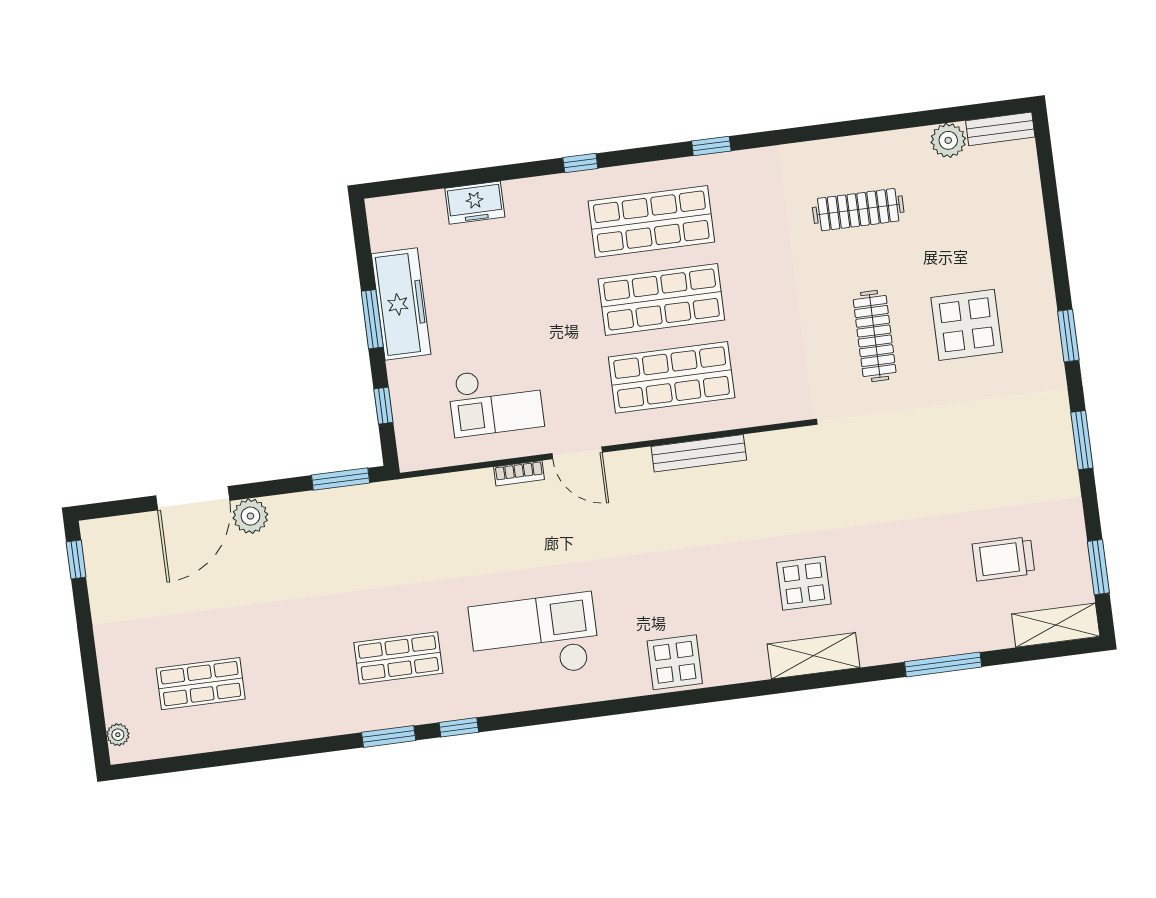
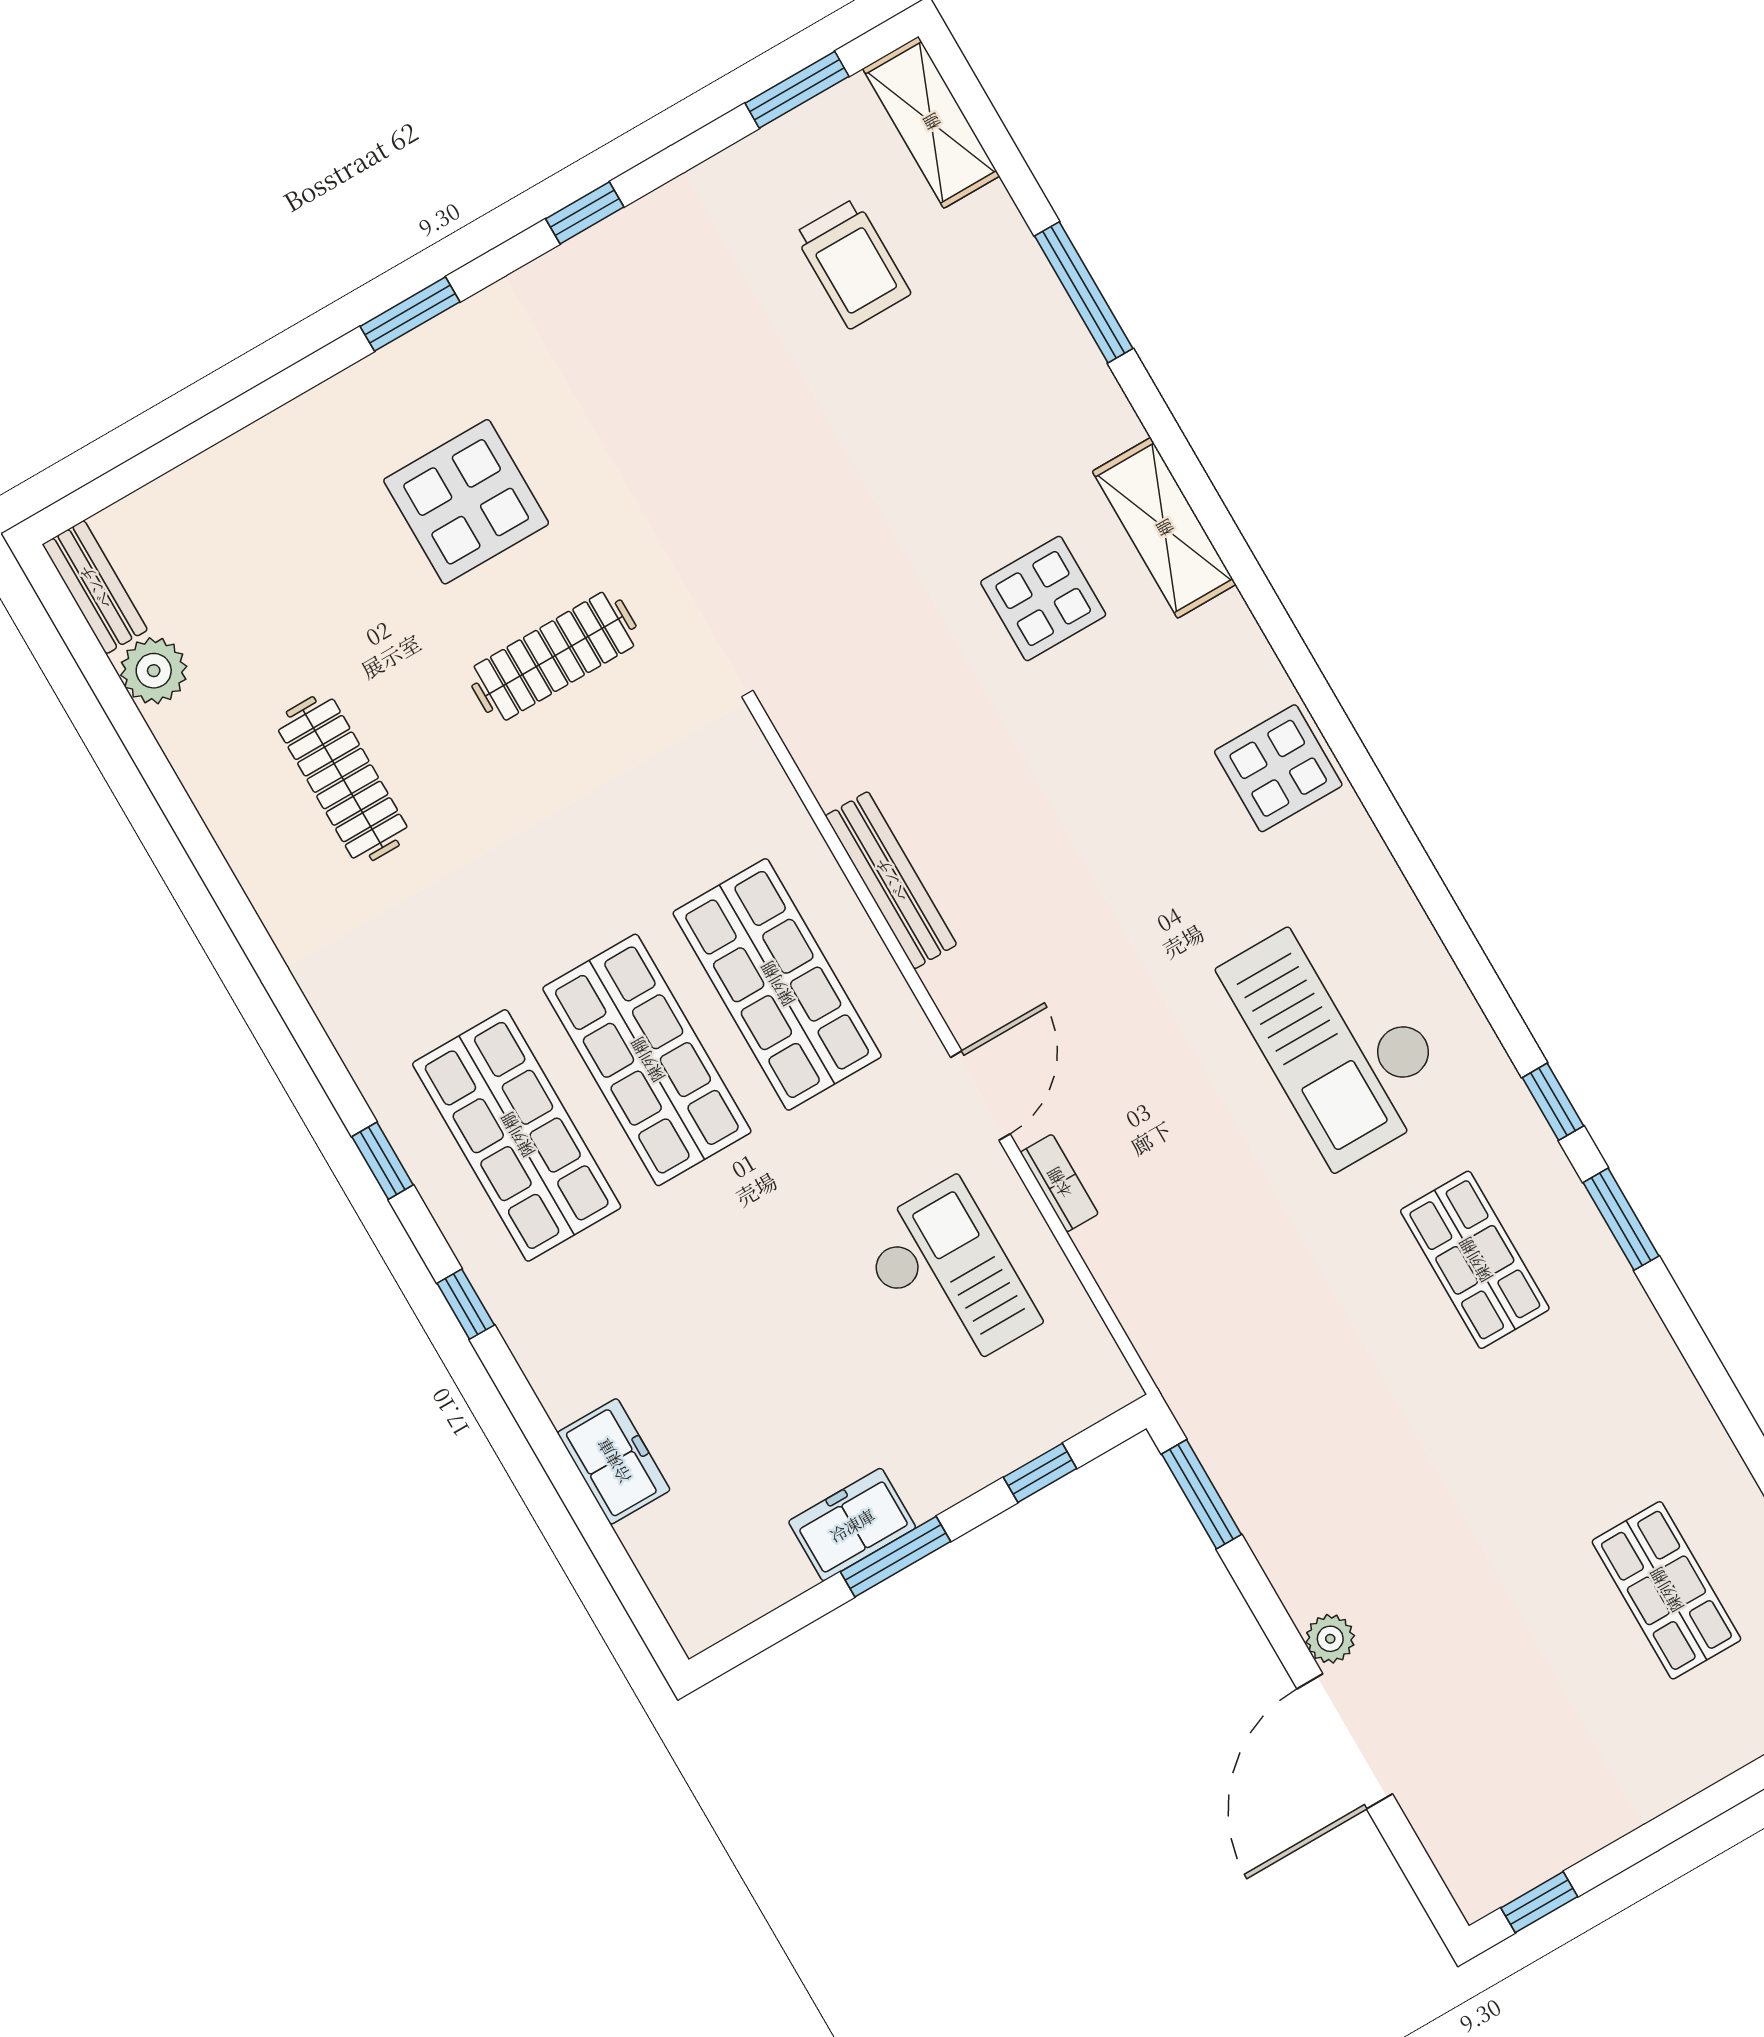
window: (711, 146) -> (383, 1161), moved
freezer: (401, 304) -> (852, 1525), width x0.52, depth x0.79
window: (1082, 440) -> (585, 213), width x0.67
door: (193, 498) -> (1345, 1741), swing flipped
plant: (250, 516) -> (1330, 1639), width x0.73, depth x0.73

